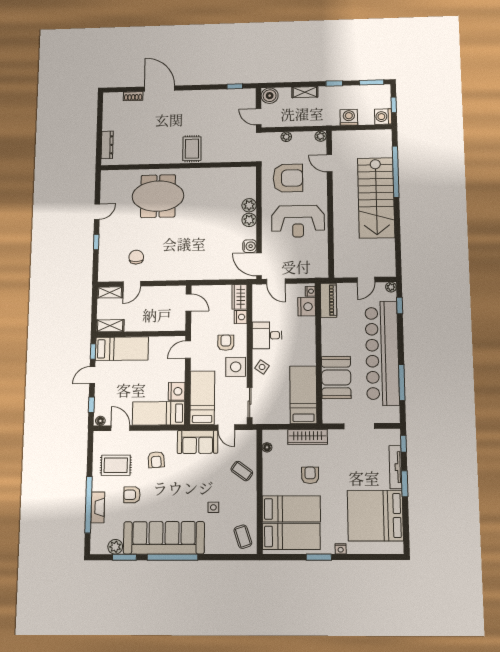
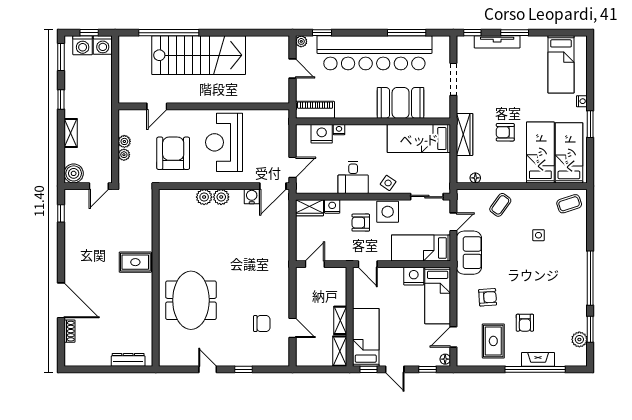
door: (160, 89) -> (61, 300), swing flipped
washing machine: (349, 117) -> (83, 45), moved, turned -90
plant: (321, 136) -> (124, 141), moved
reception desk: (298, 221) -> (224, 142), turned 180
chair: (136, 257) -> (262, 324), turned 180
nightstand: (310, 291) -> (339, 130), moved
shelving: (110, 292) -> (340, 320), moved
bed: (375, 516) -> (561, 64), width x0.49
sofa: (164, 538) -> (570, 288), removed

